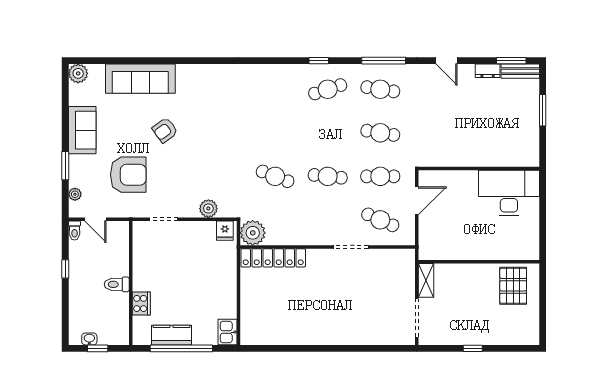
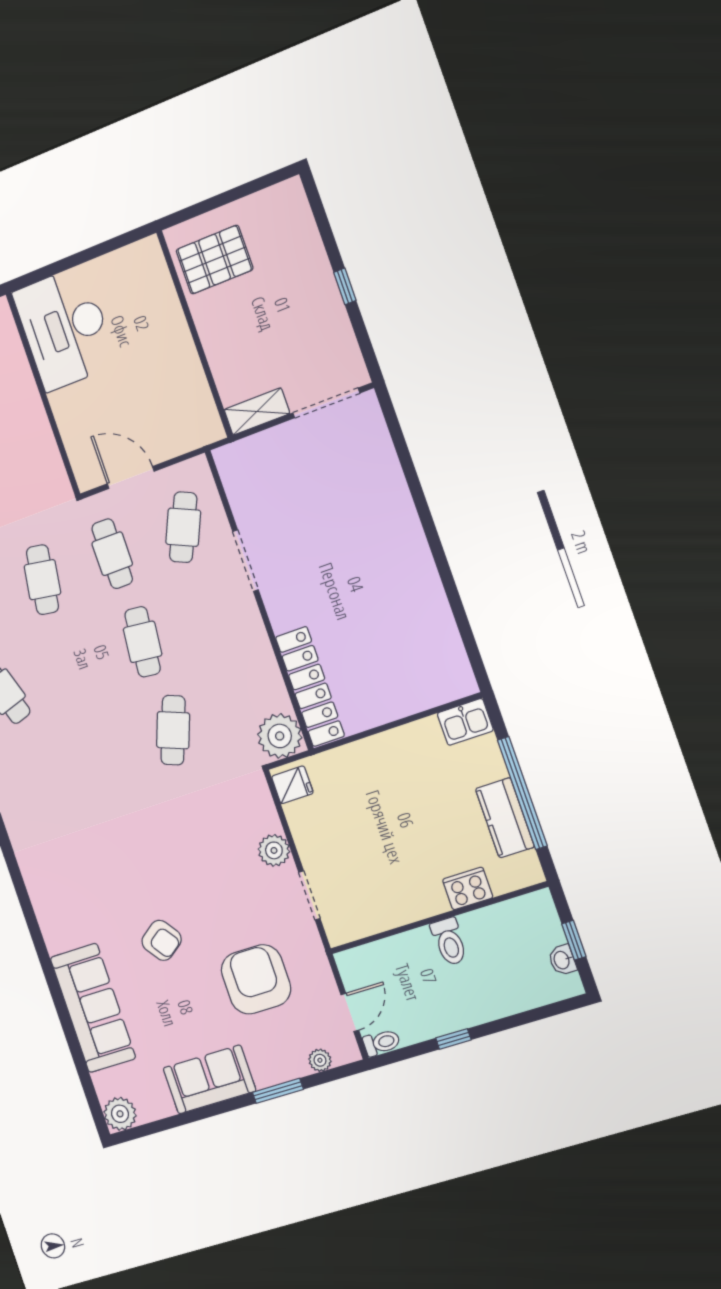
plant: (208, 209) -> (274, 850), moved

